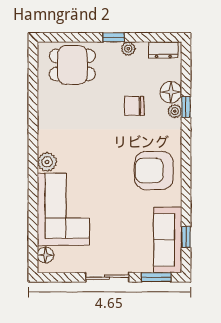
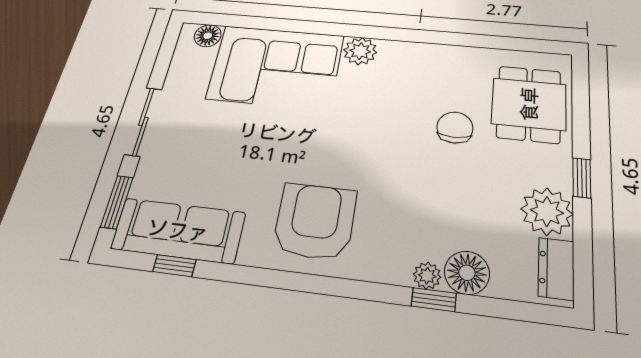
plant: (128, 49) -> (547, 211), width x1.87, depth x1.87
chair: (134, 106) -> (455, 127), moved

